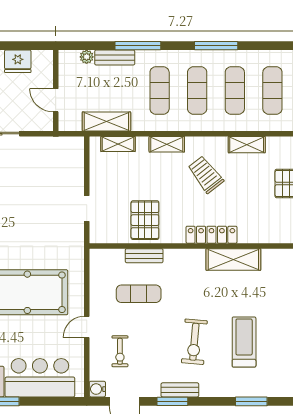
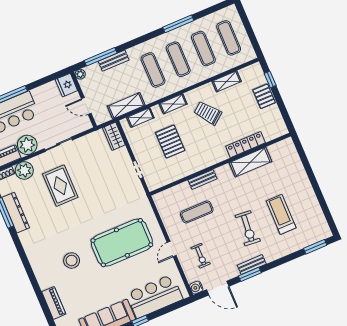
window: (138, 46) -> (101, 57), moved
plant: (87, 57) -> (80, 74), moved
fridge: (18, 61) -> (66, 85), moved, turned 90
wardrobe: (74, 153) -> (114, 136), added
pallet: (145, 220) -> (170, 142), moved
locker: (211, 235) -> (246, 145), moved
bench: (144, 256) -> (203, 179), moved
window: (251, 401) -> (315, 247), moved

